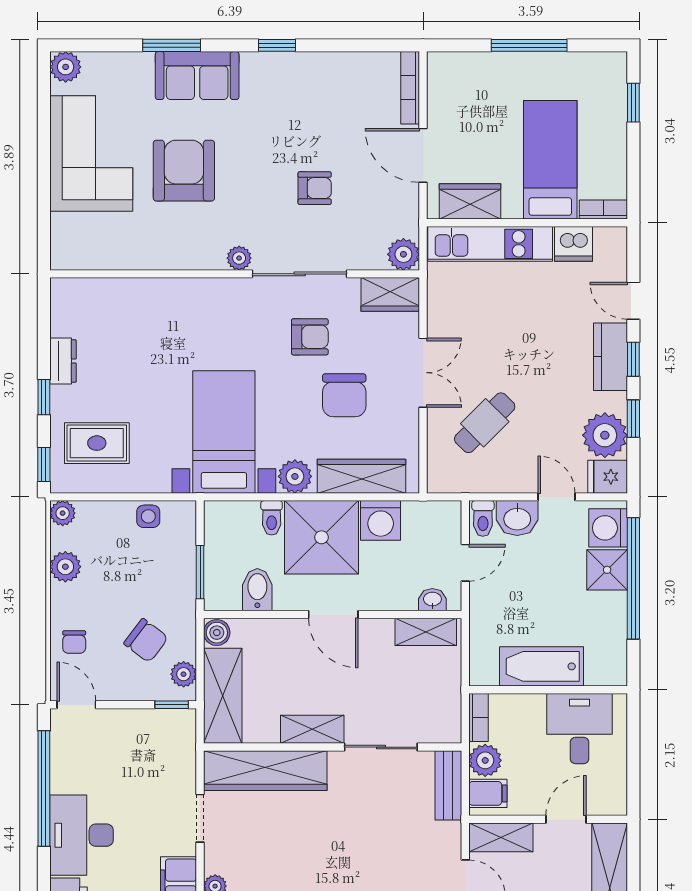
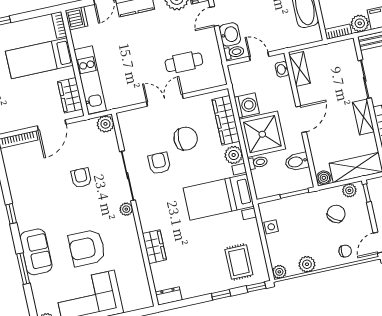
dishwasher: (573, 244) -> (77, 18), moved
wardrobe: (390, 294) -> (154, 247), moved
dresser: (63, 361) -> (169, 296), moved
cafe table: (485, 423) -> (184, 62), turned -45

